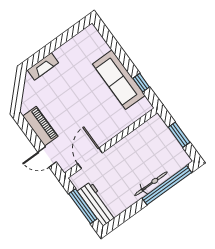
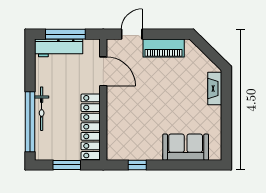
sofa: (119, 80) -> (186, 147), moved, width x0.73
locker: (138, 138) -> (91, 127), added

